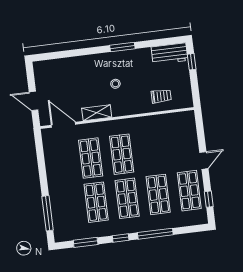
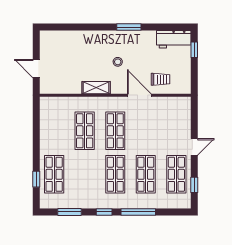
door: (63, 125) -> (139, 95), moved
shop shelf: (96, 202) -> (54, 174), moved
window: (48, 213) -> (36, 179), width x0.46

